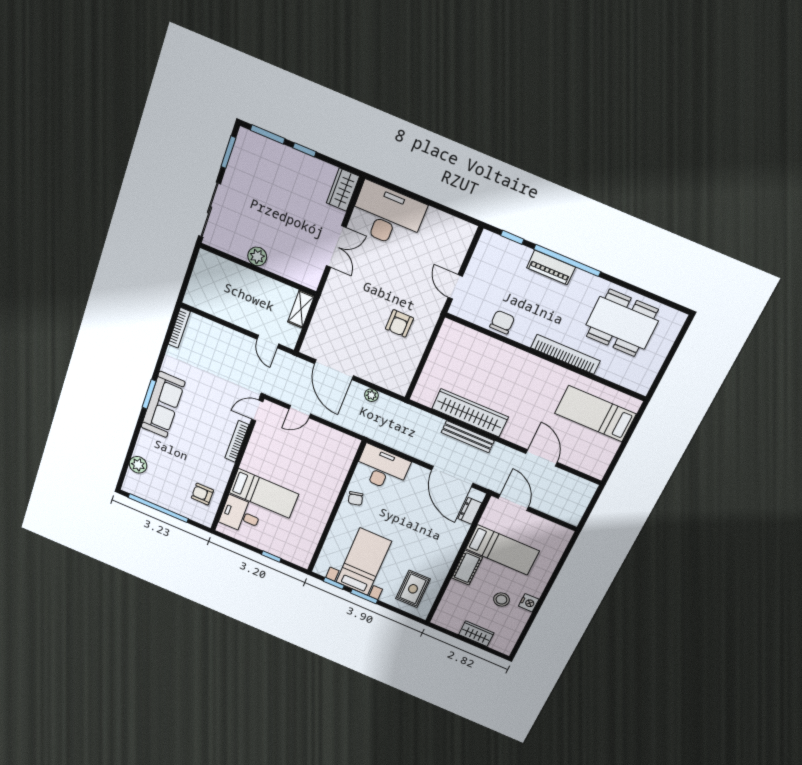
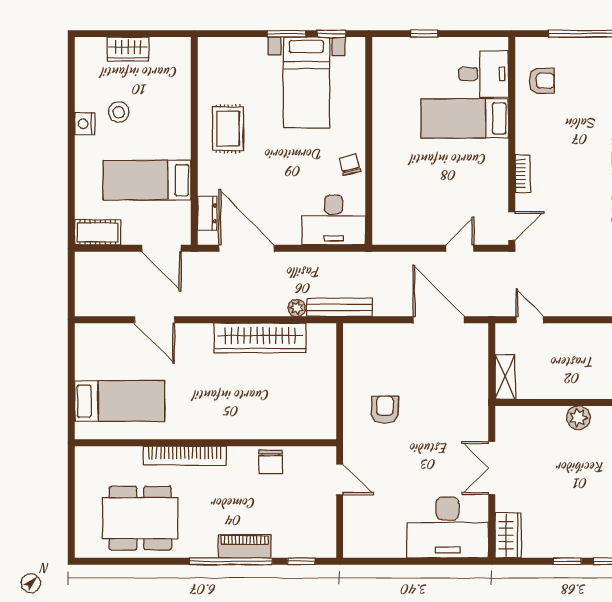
plant: (371, 395) -> (297, 308), moved
bench: (468, 437) -> (340, 307), moved
bookcase: (237, 441) -> (523, 174), width x0.64
cot: (467, 568) -> (98, 232), moved, turned 90
rug: (413, 589) -> (228, 129), moved

